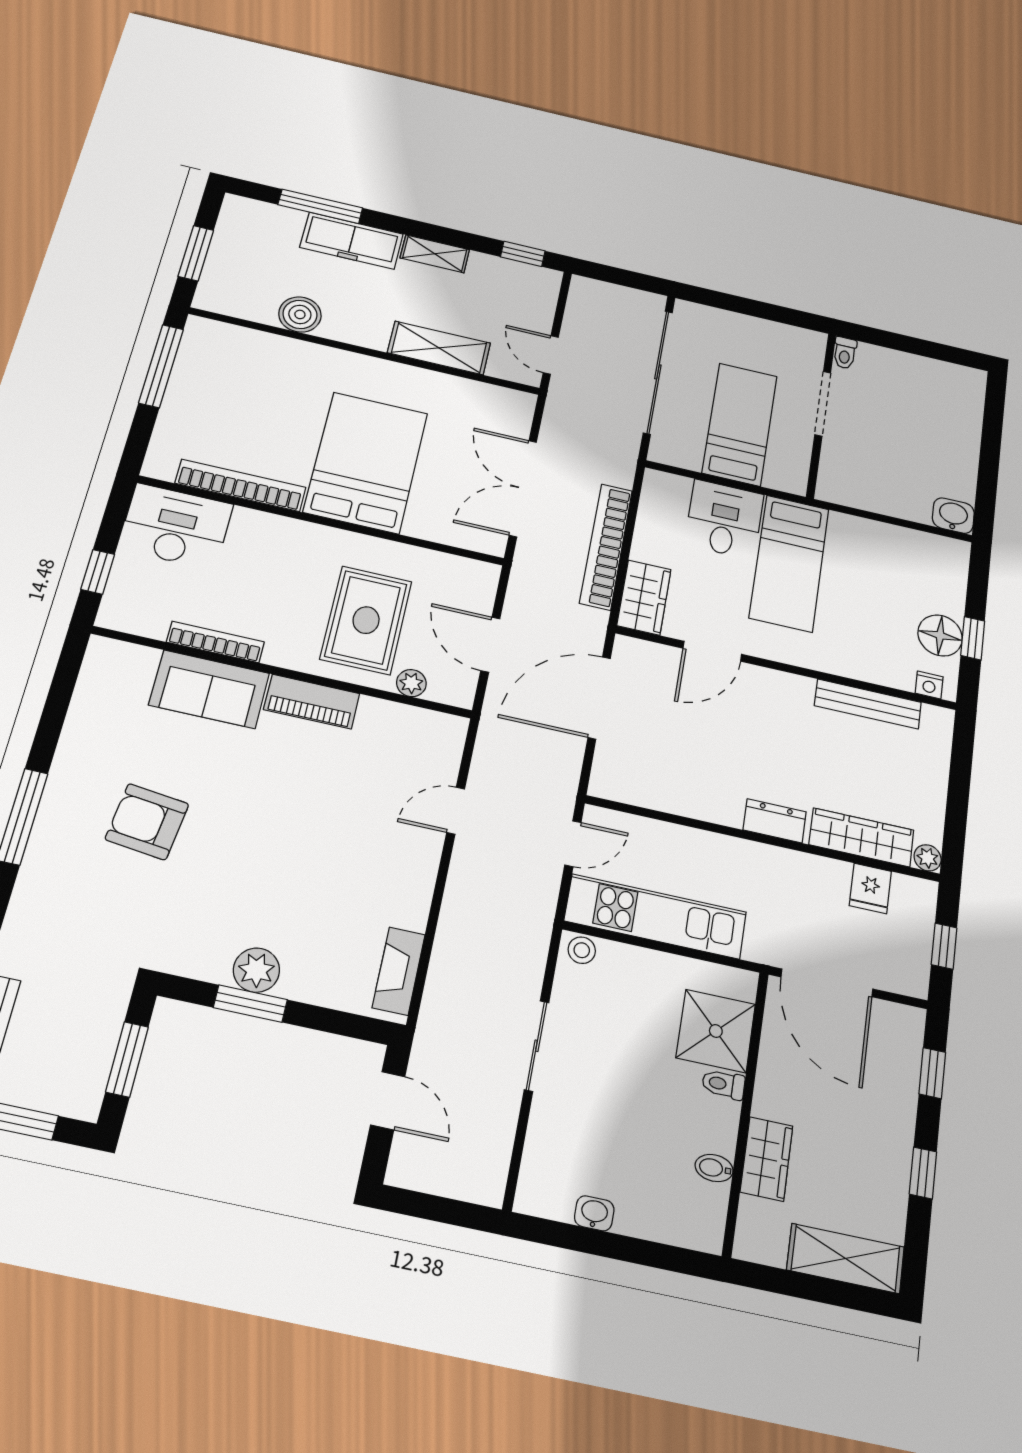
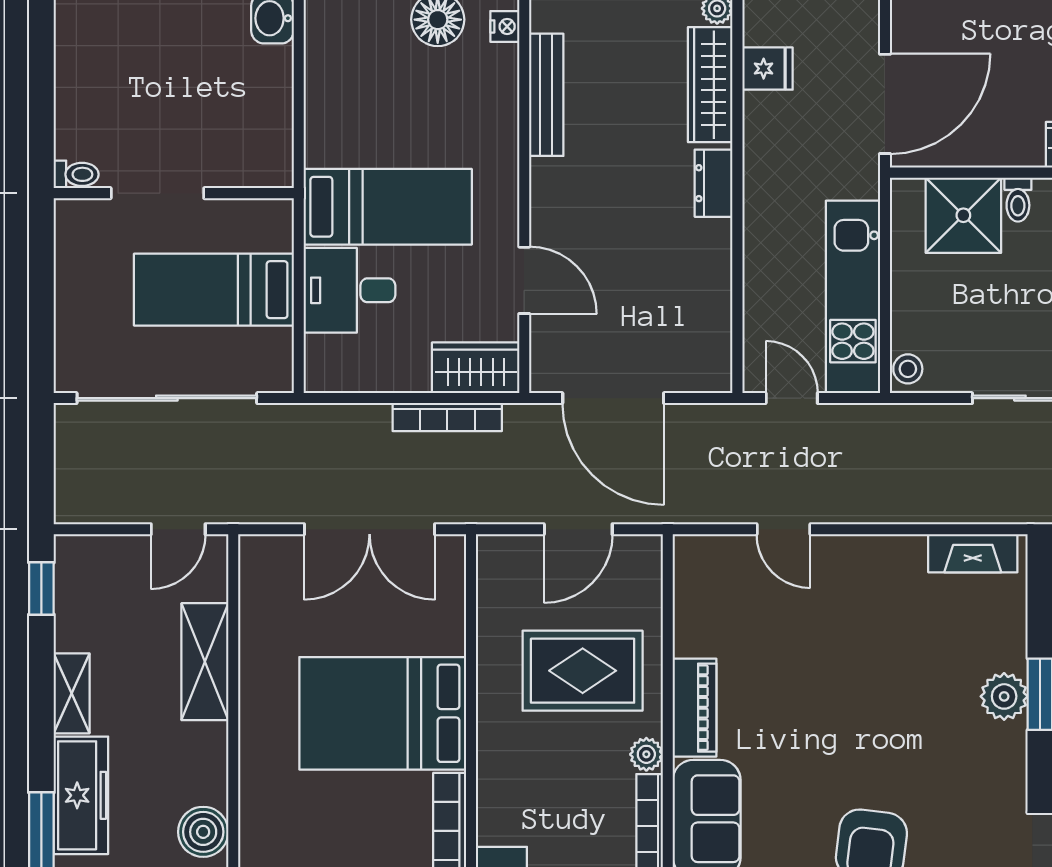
bookcase: (606, 546) -> (447, 417), width x0.68, depth x0.76
plant: (411, 683) -> (646, 754), moved

